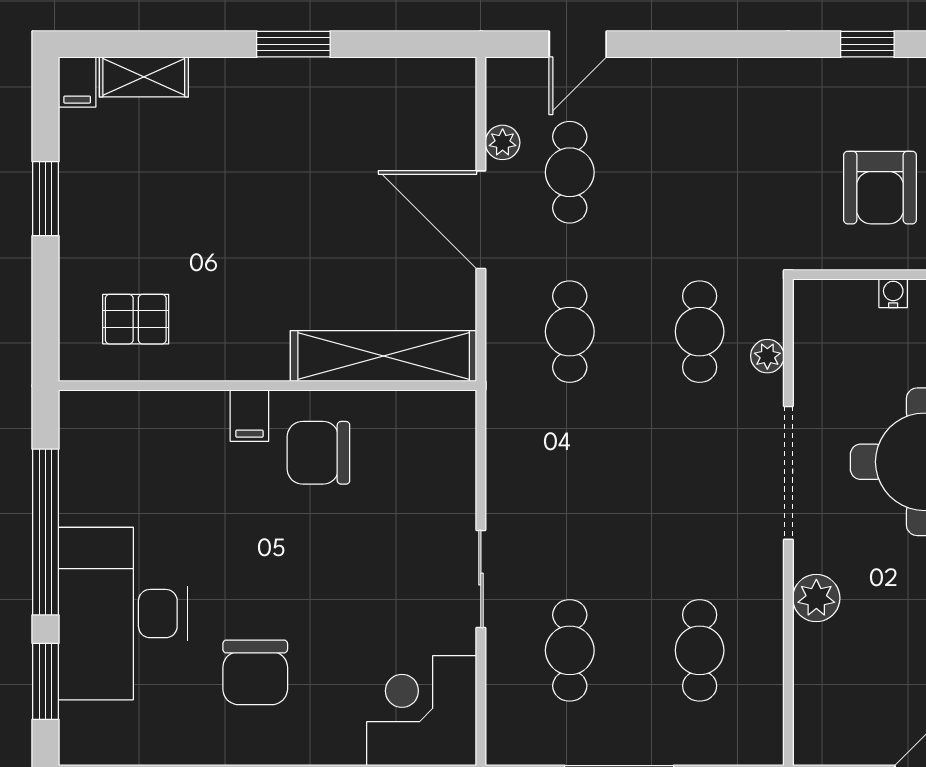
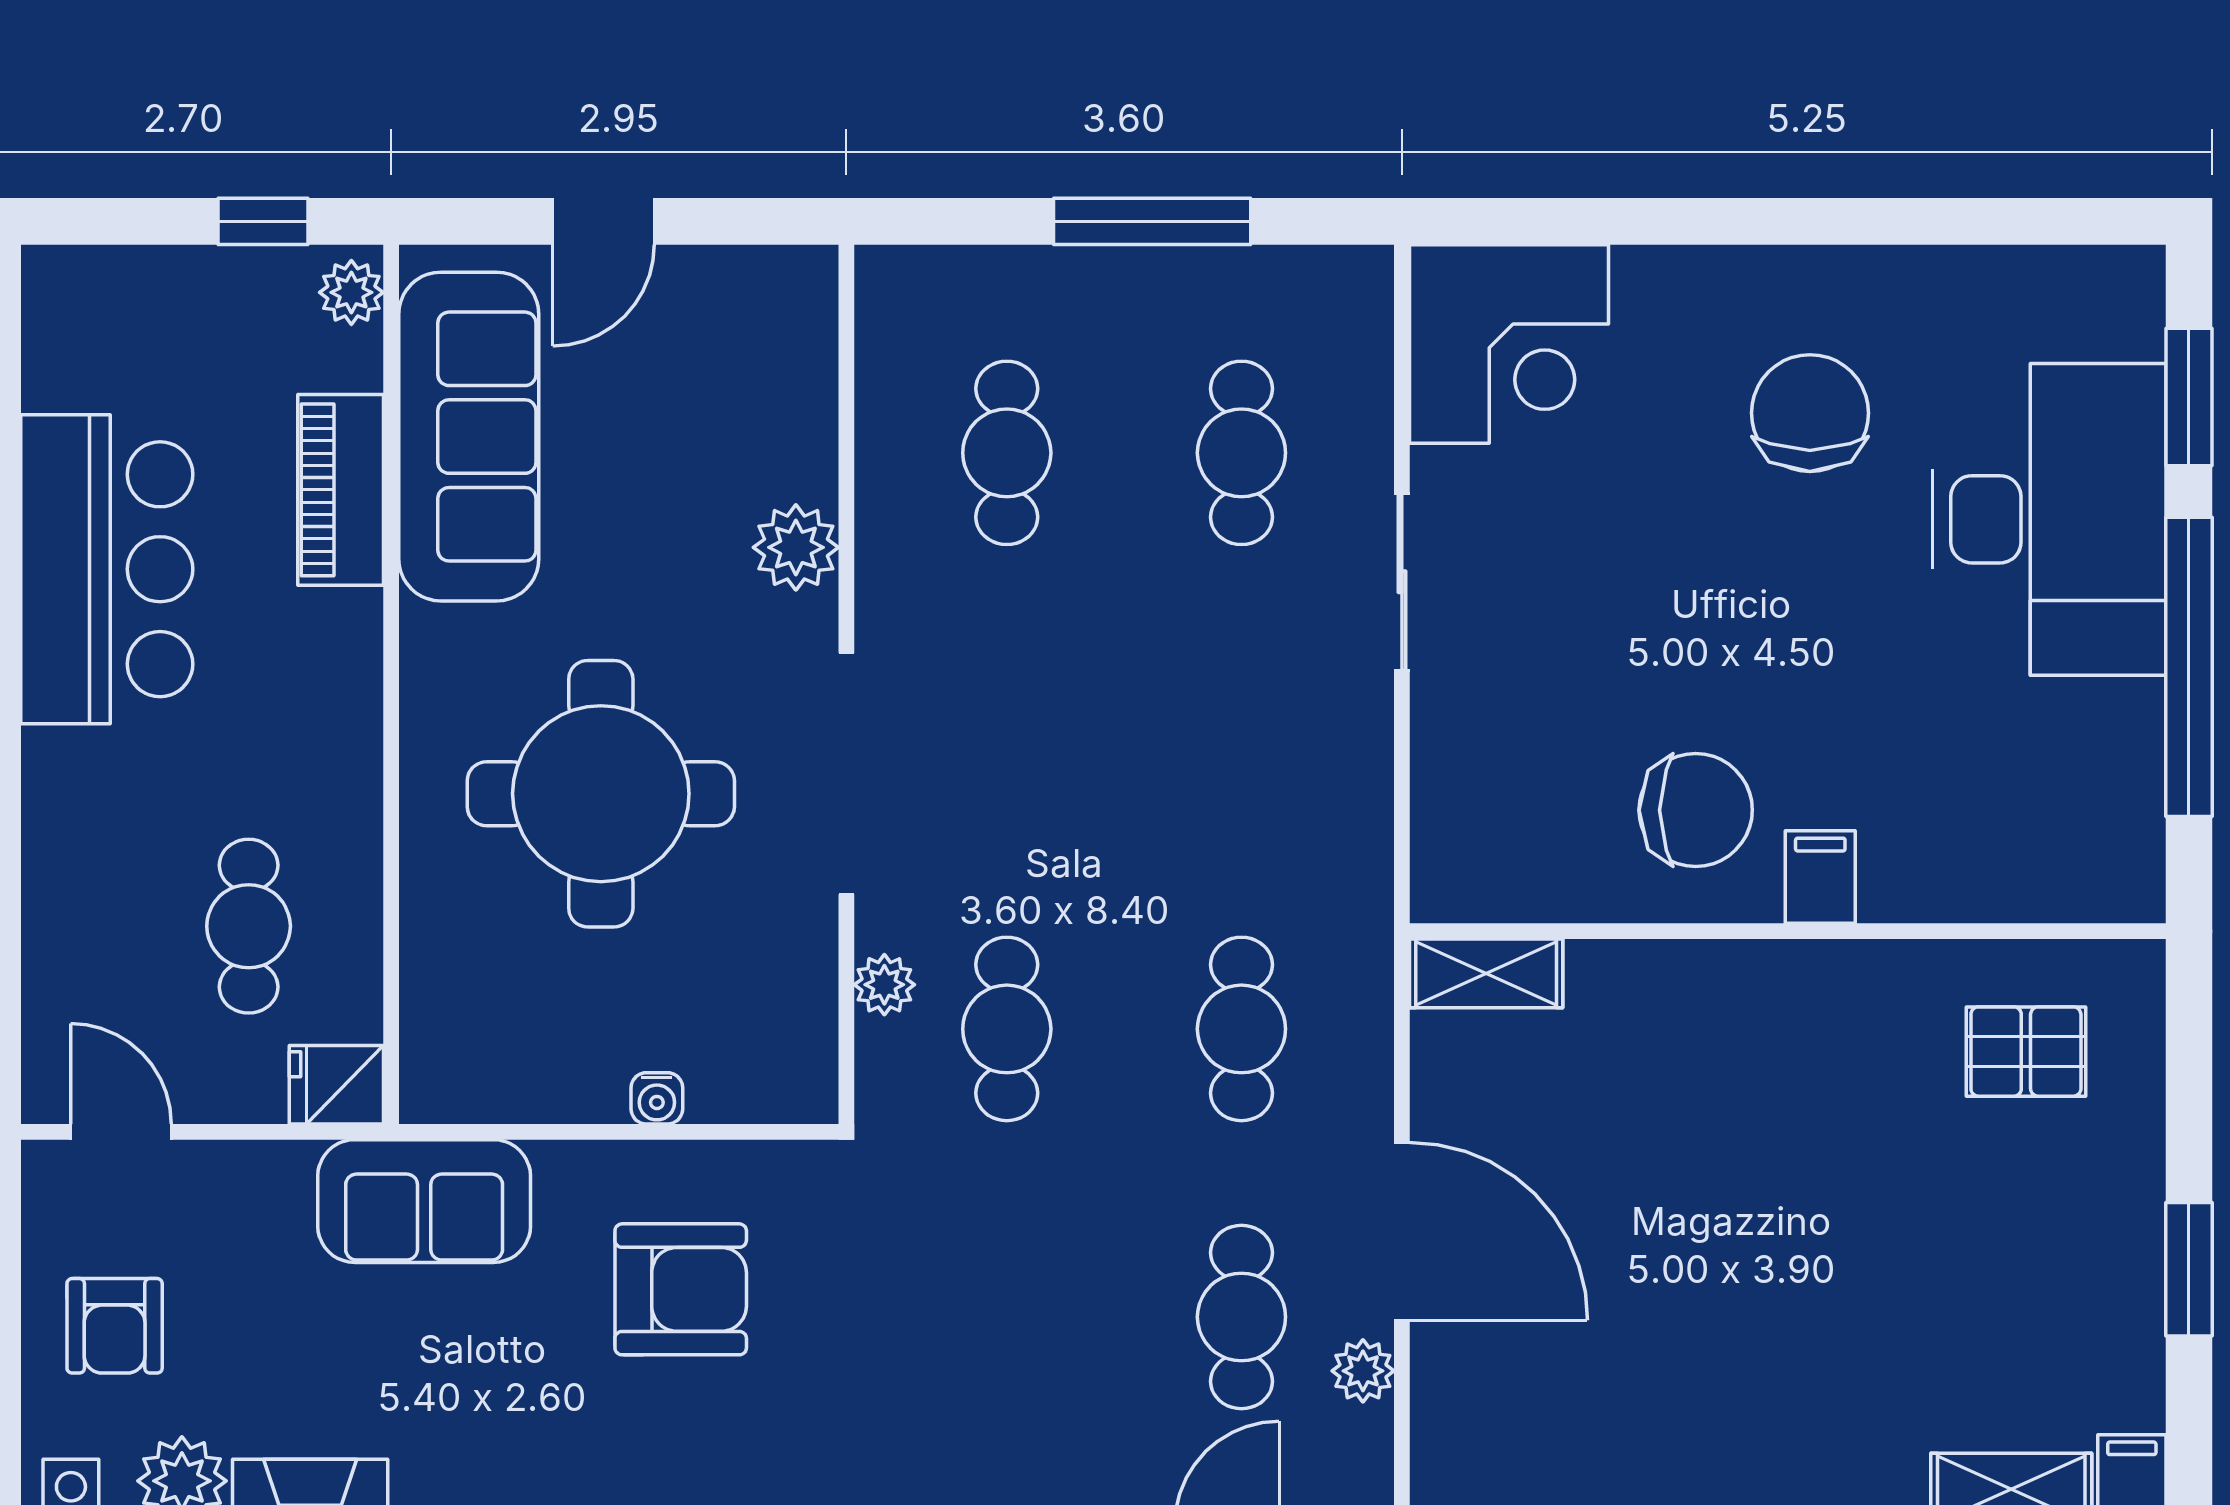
armchair: (880, 188) -> (681, 1289), turned 90
shelving: (384, 356) -> (1486, 973), width x0.45, depth x0.75

